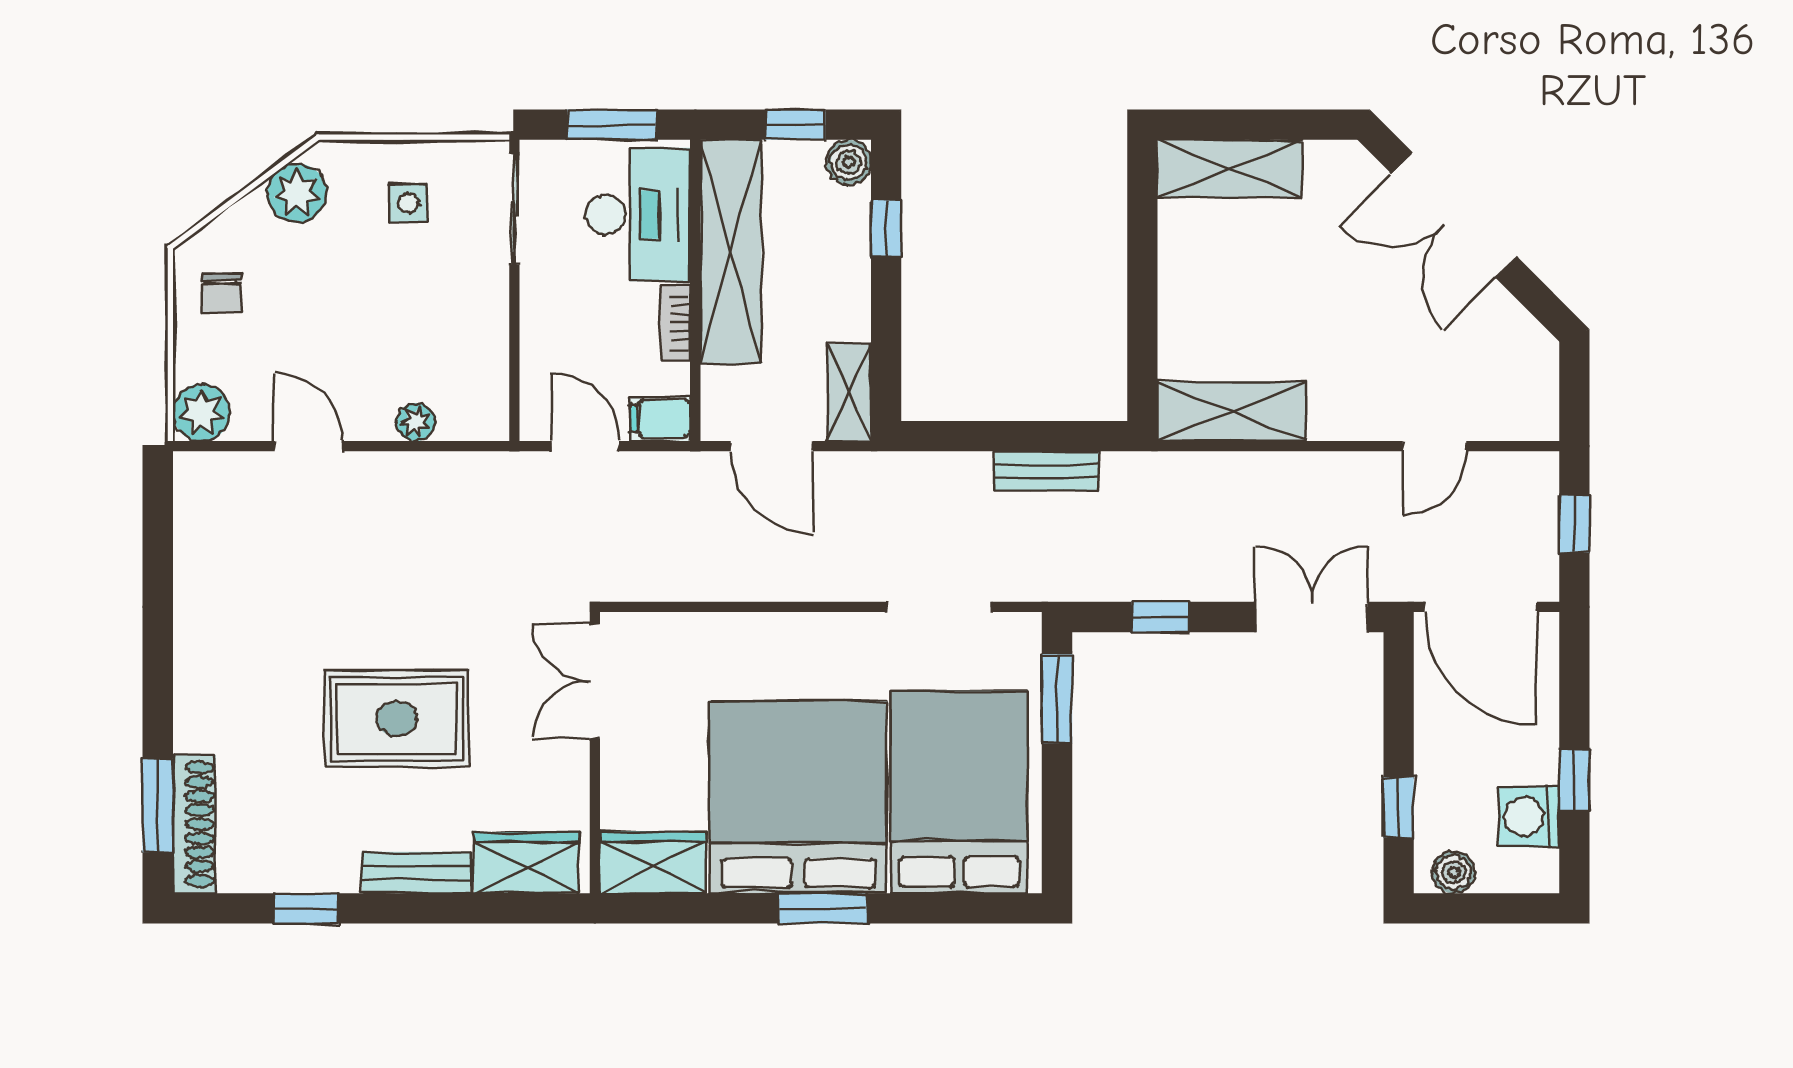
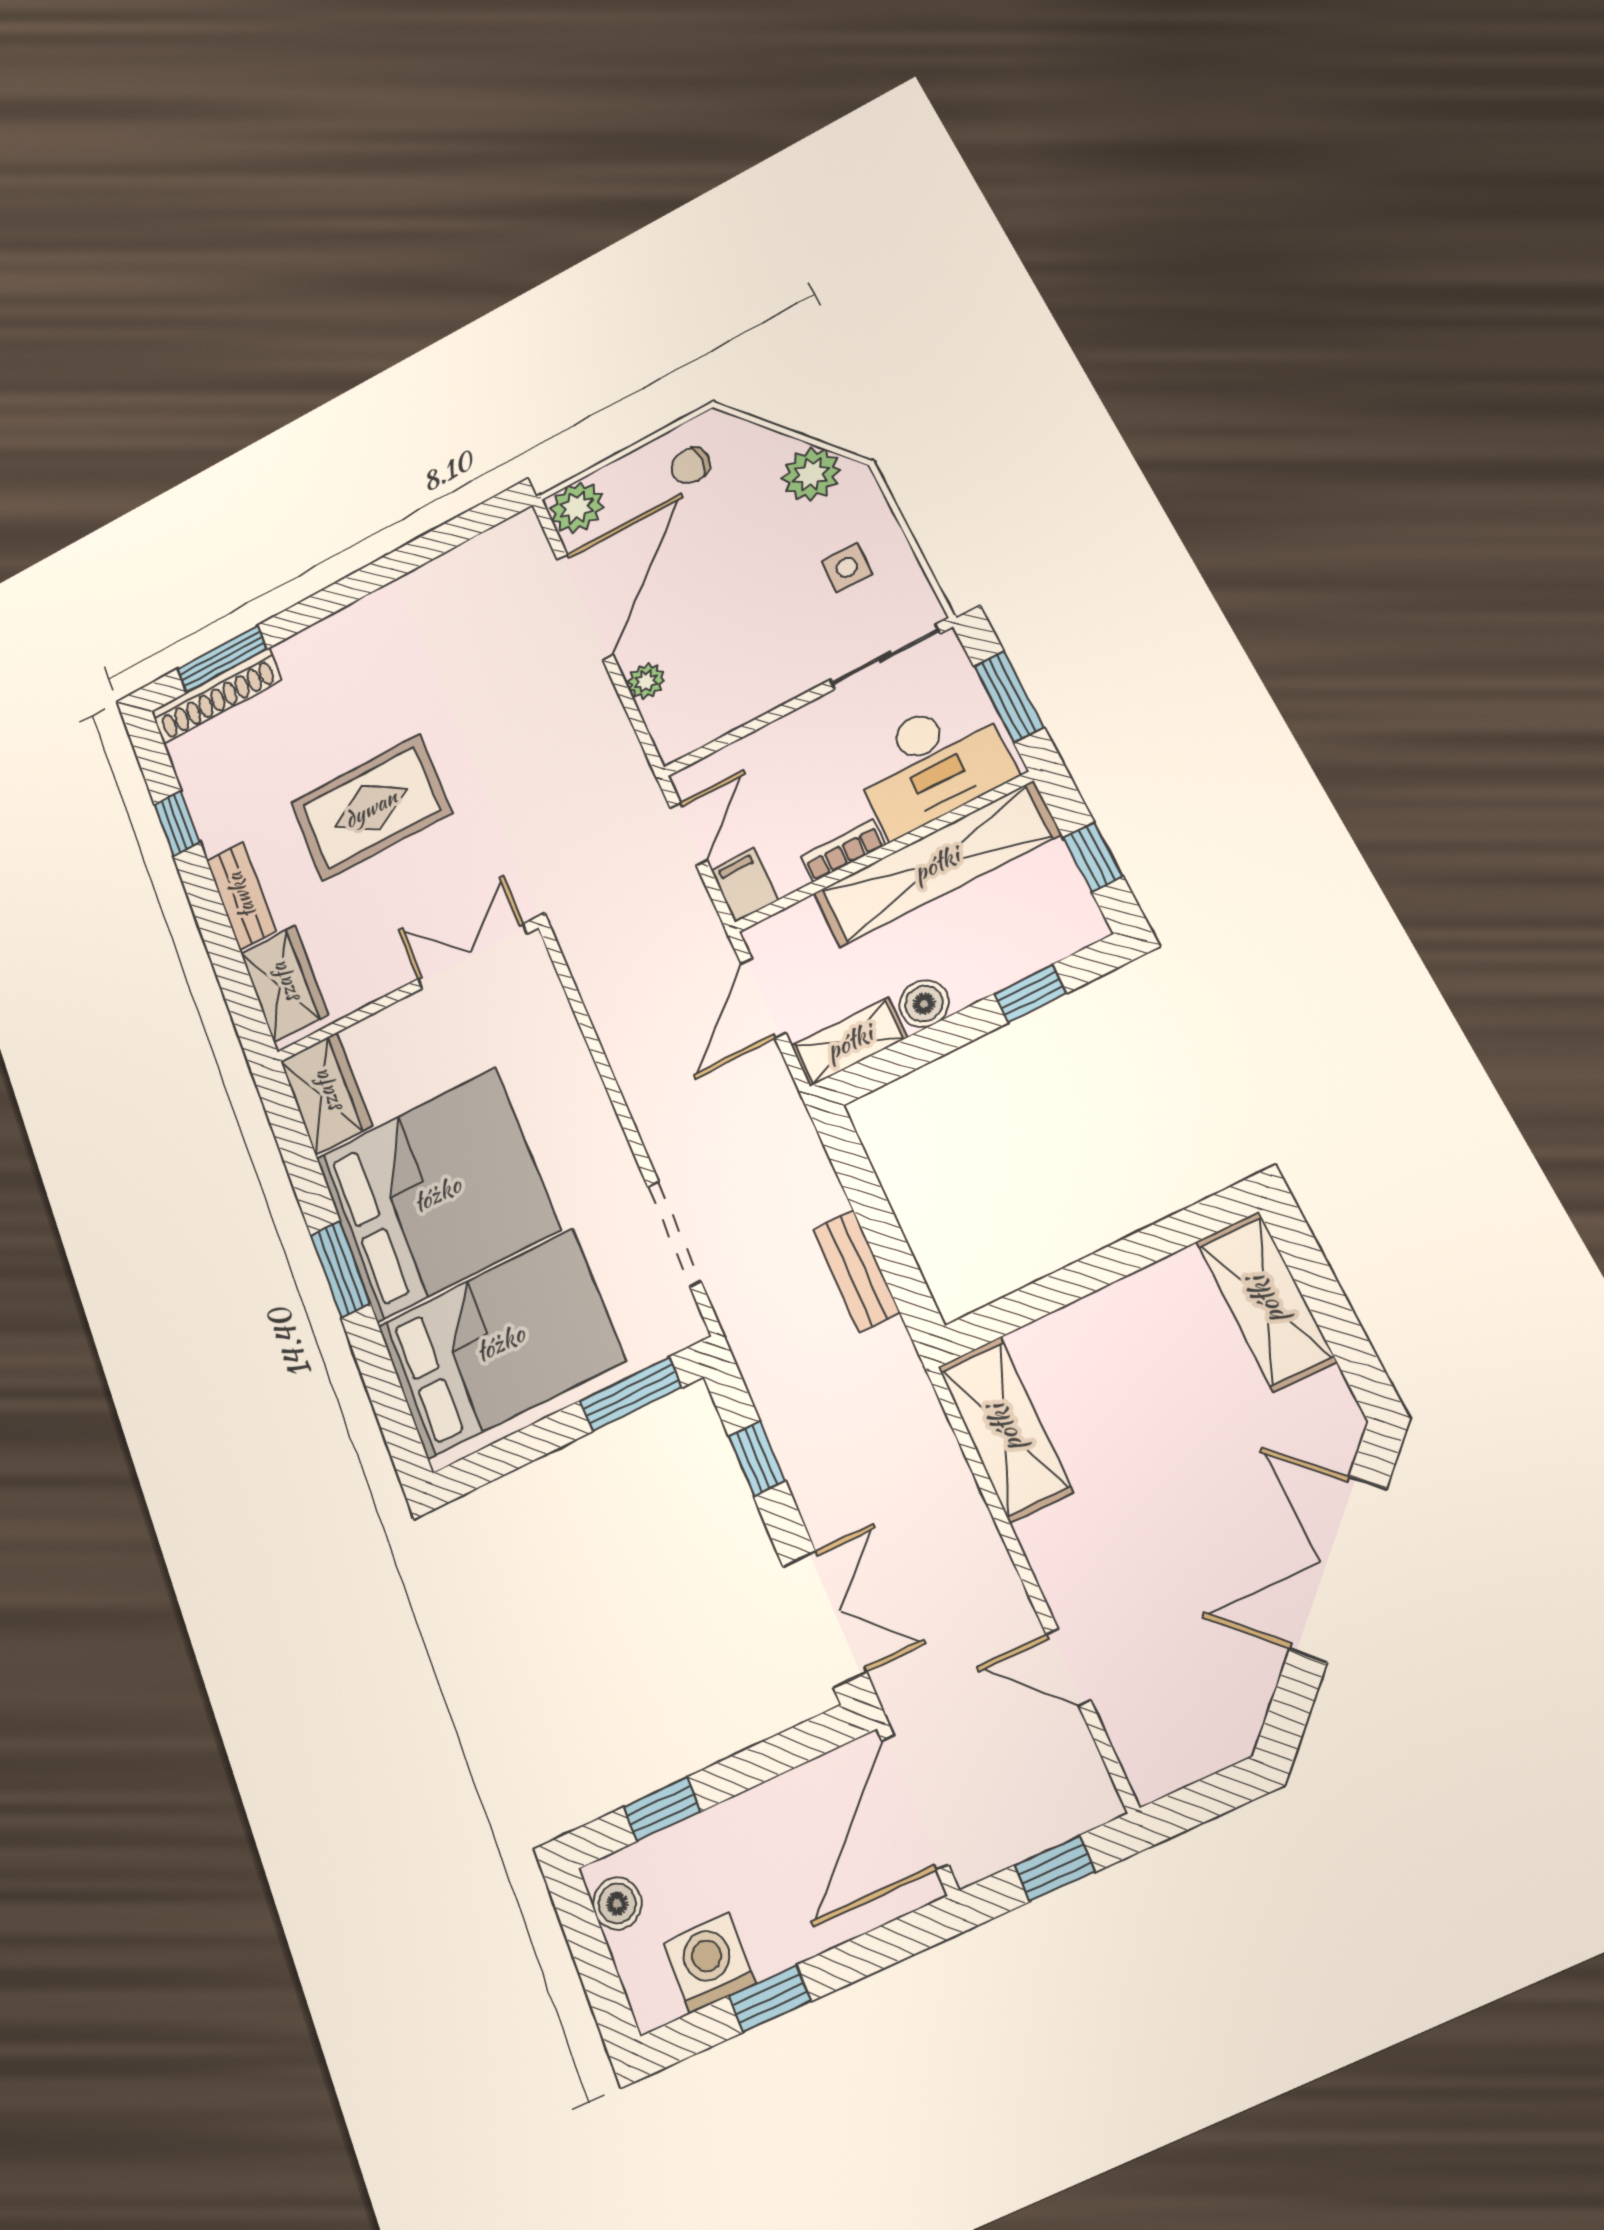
boiler: (849, 162) -> (924, 1004), moved
door: (309, 446) -> (585, 607), width x1.88
rug: (397, 719) -> (371, 808), turned 90

